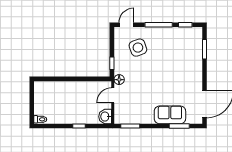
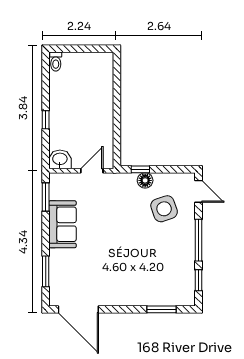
floor lamp: (119, 80) -> (145, 180), moved
door: (113, 95) -> (92, 171), hinge flipped
sofa: (170, 115) -> (62, 224), moved

